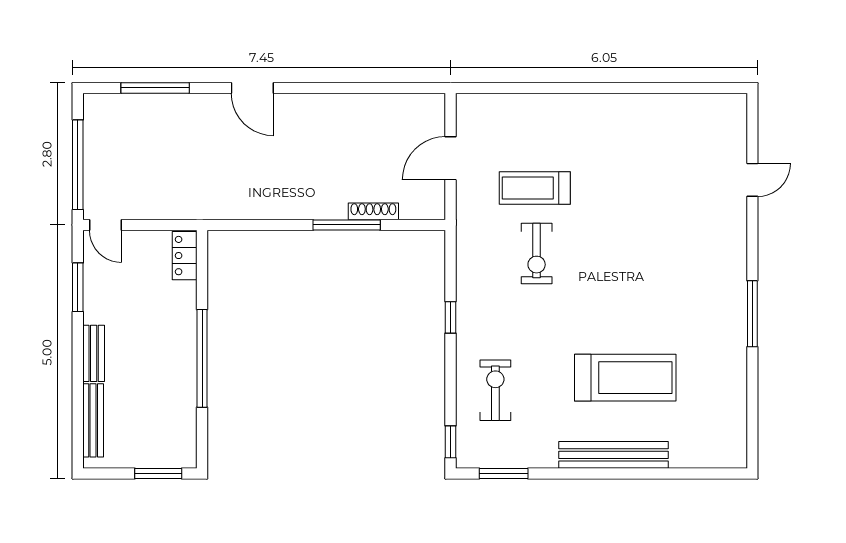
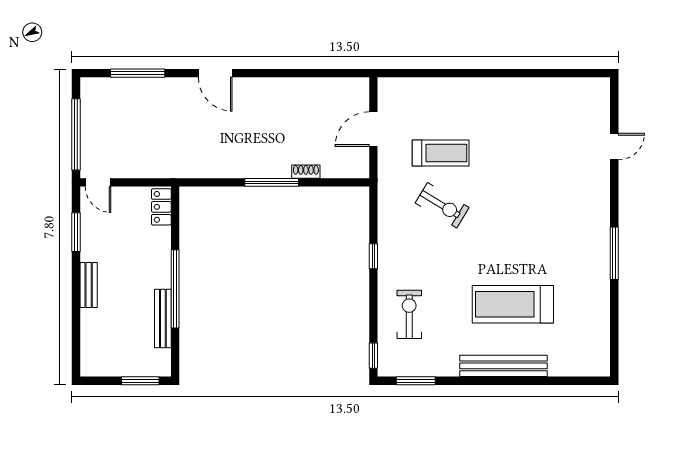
treadmill: (535, 188) -> (441, 153), turned 180
shoe rack: (373, 211) -> (306, 172), width x0.70
window: (347, 225) -> (272, 182), moved
exercise bike: (537, 254) -> (442, 205), turned -59
treadmill: (625, 378) -> (513, 304), turned 180
bench: (93, 420) -> (163, 318), moved

